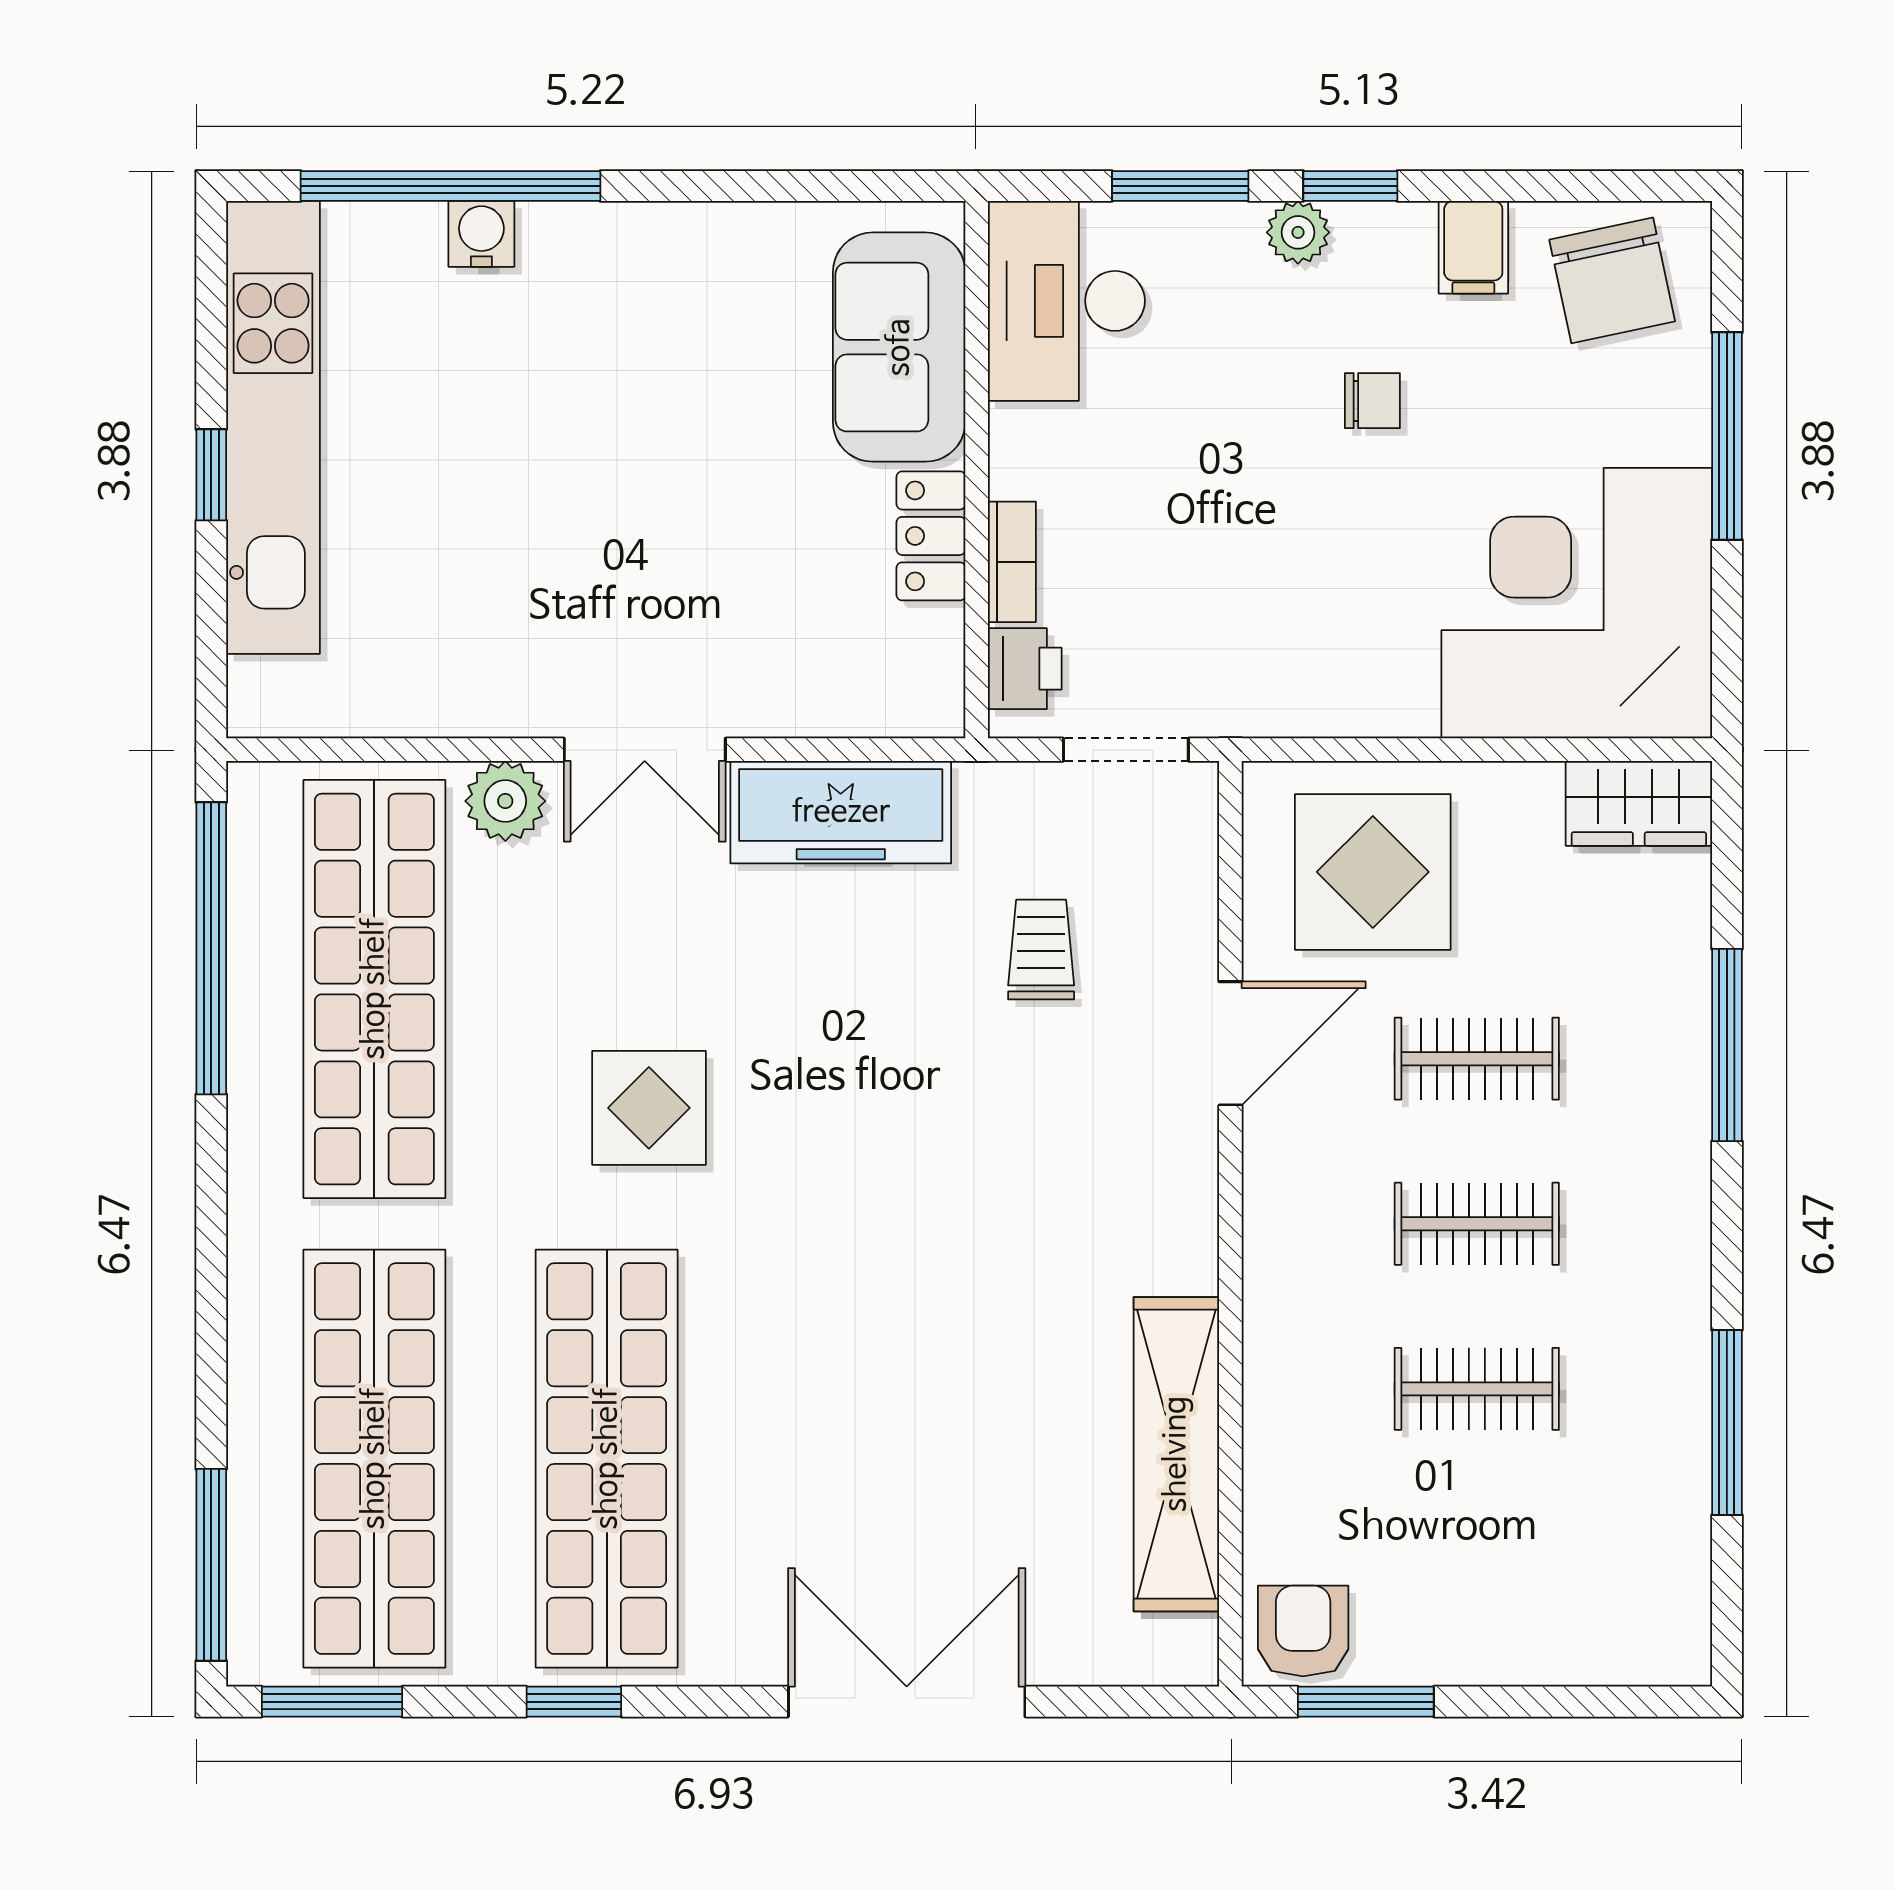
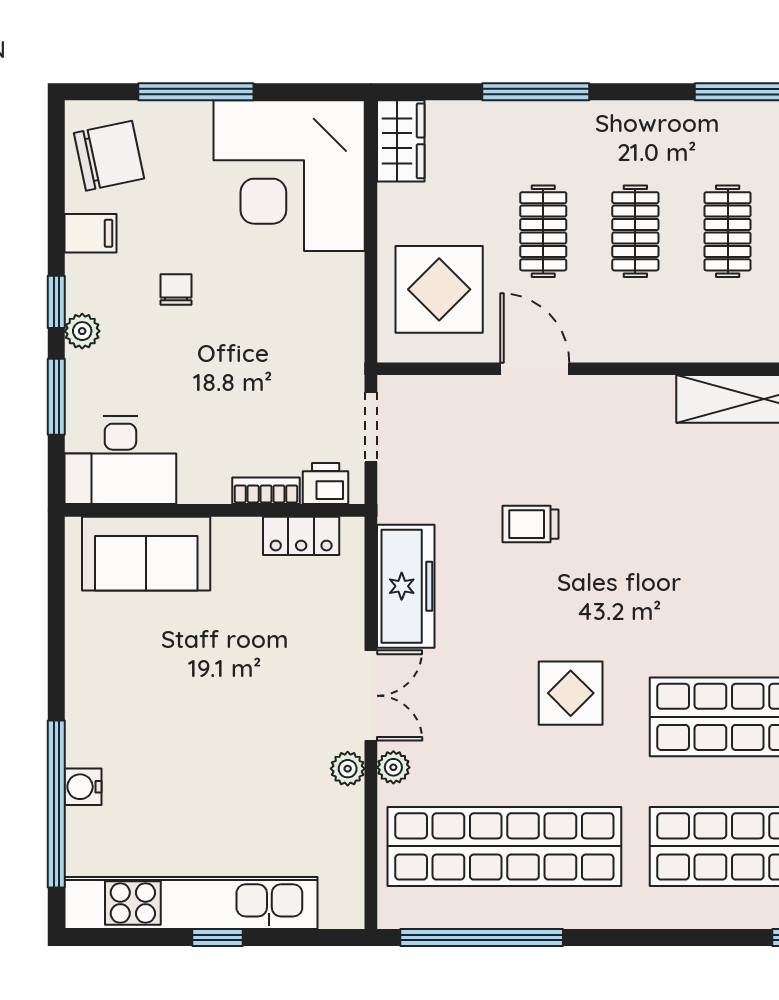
locker: (931, 536) -> (301, 536), moved
plant: (514, 708) -> (348, 769), added
plant: (505, 801) -> (393, 767), width x0.73, depth x0.73
trolley: (1041, 950) -> (530, 524), moved

